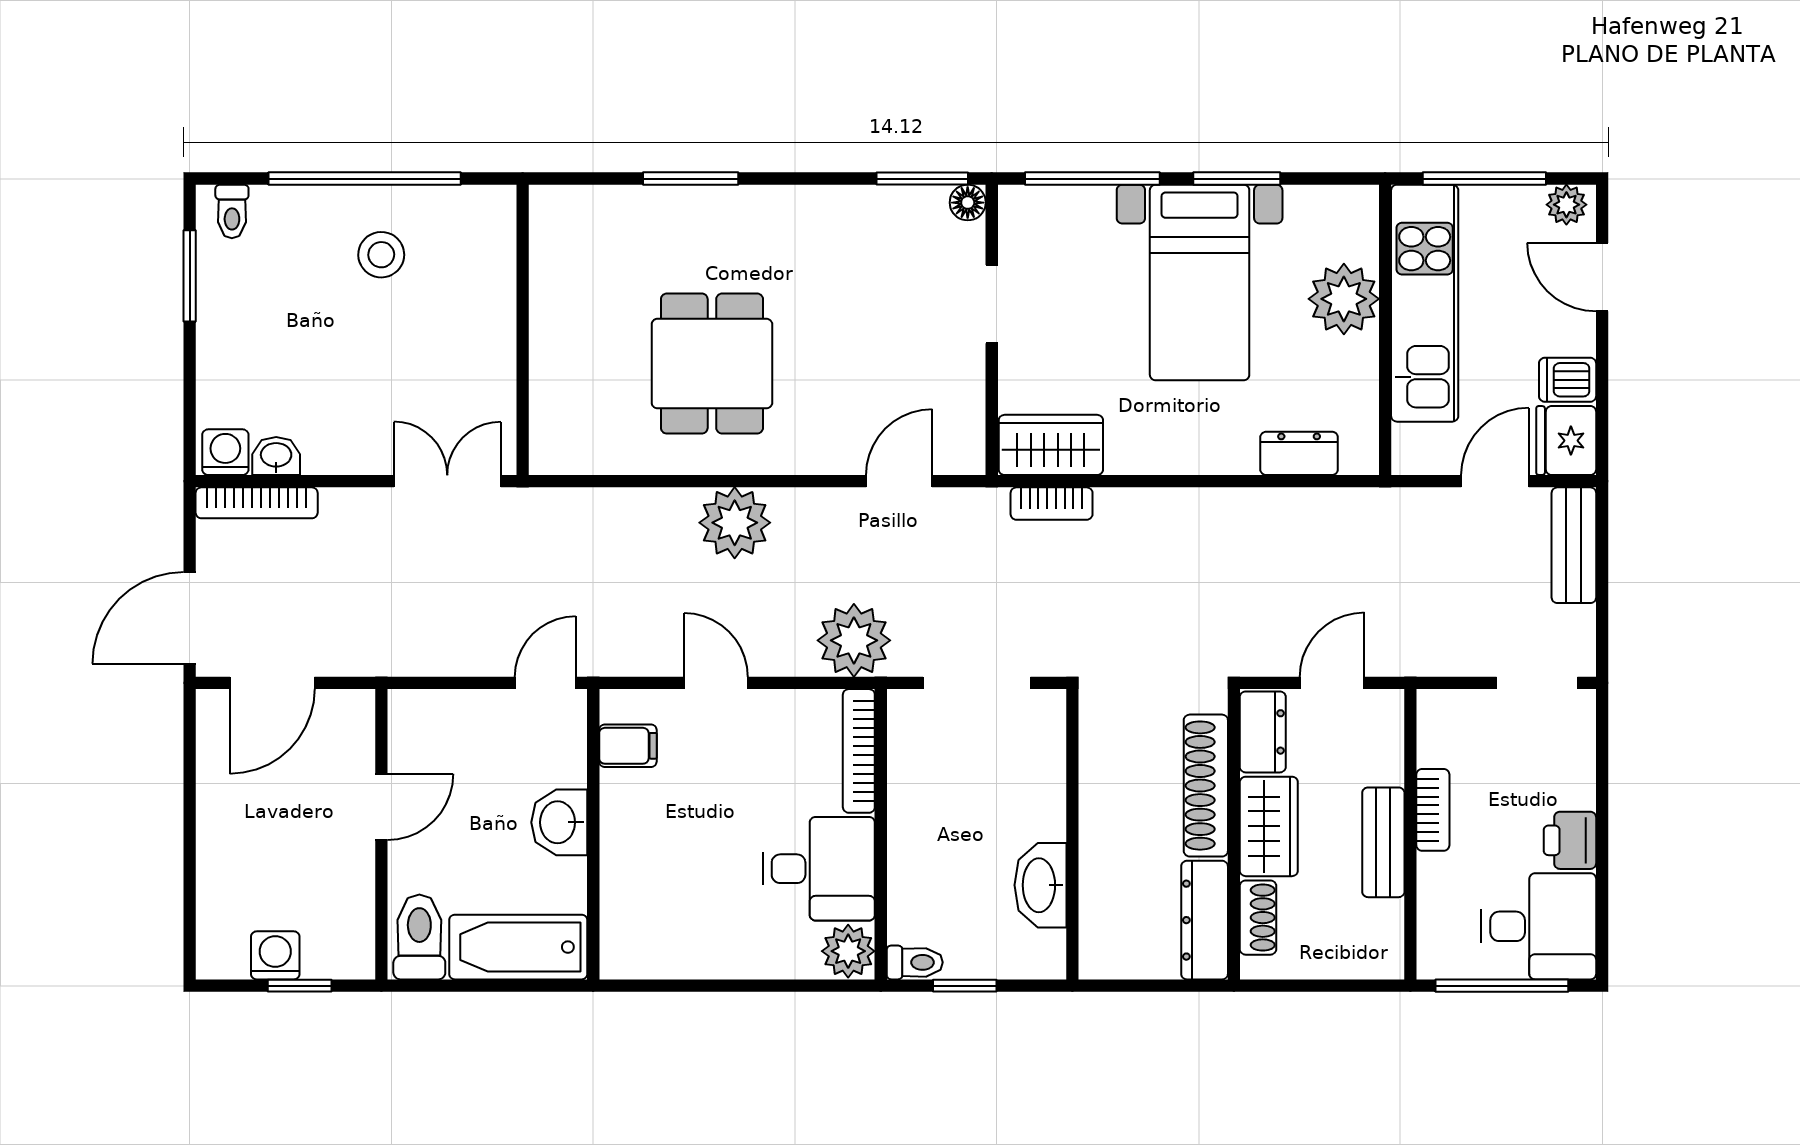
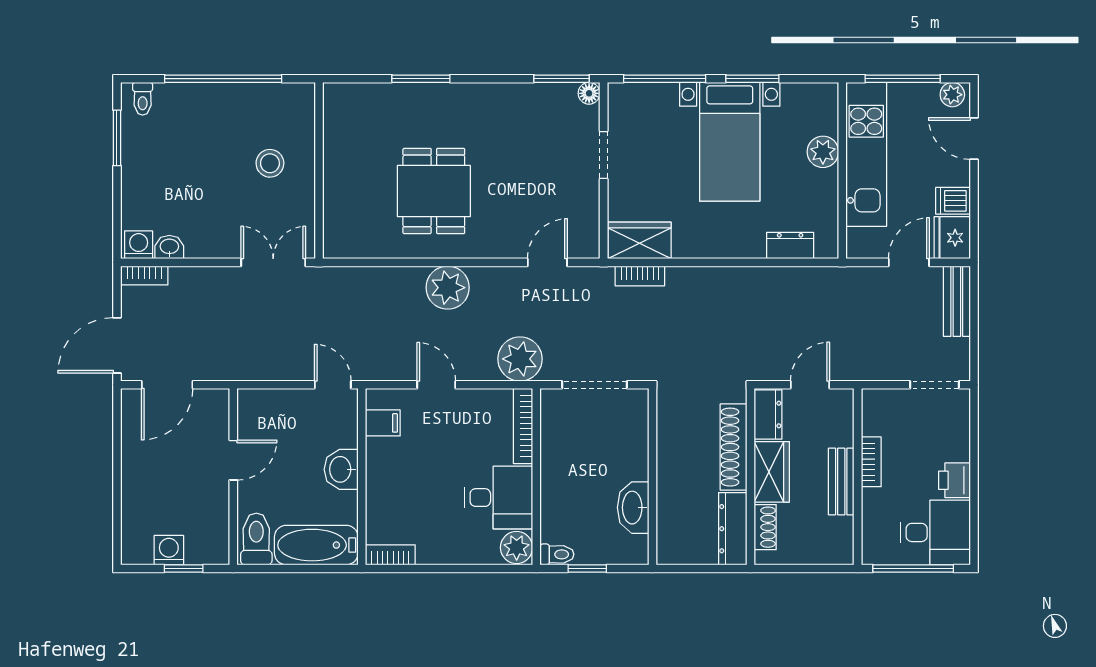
stool: (381, 255) -> (270, 163), moved
plant: (1344, 299) -> (823, 152), width x0.73, depth x0.73
bookcase: (257, 503) -> (144, 275), width x0.64
door: (545, 683) -> (333, 385), hinge flipped
bookcase: (640, 963) -> (390, 555), added

